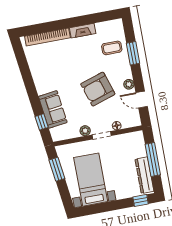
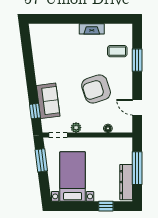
bookcase: (47, 37) -> (56, 29), removed
plant: (129, 84) -> (127, 90), removed
doorway: (102, 135) -> (58, 135), moved
window: (141, 200) -> (106, 206), moved

